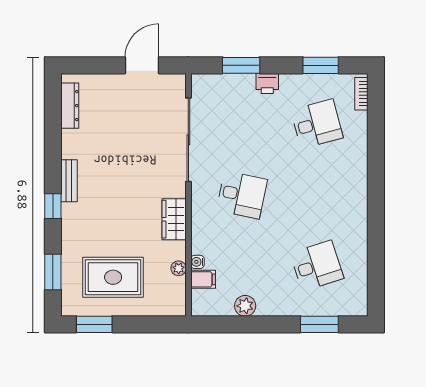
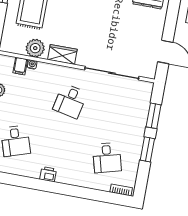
window: (321, 65) -> (147, 149), moved
printer: (267, 83) -> (48, 174), moved, turned 90
plant: (179, 268) -> (35, 48), width x1.87, depth x1.87

